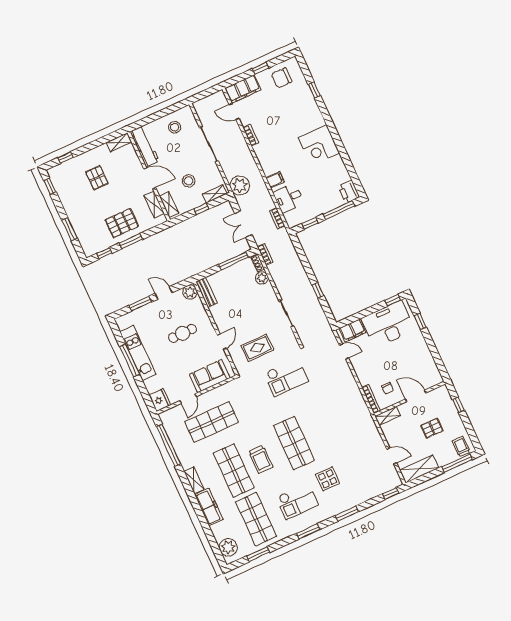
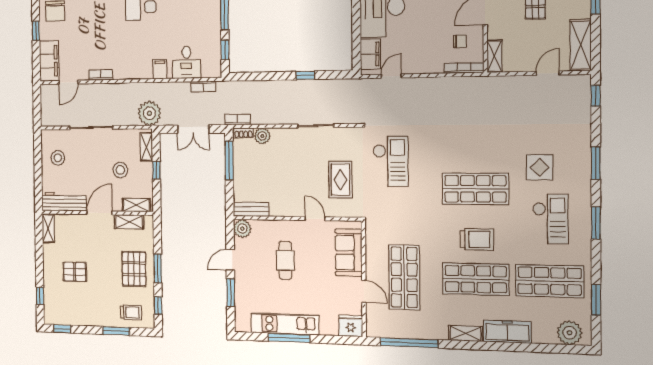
trolley: (89, 235) -> (131, 312), added

